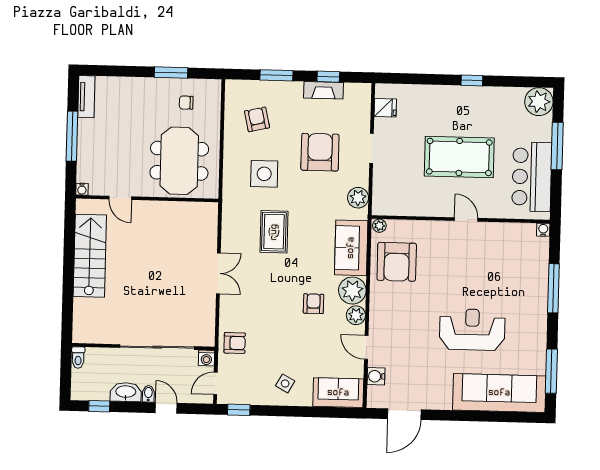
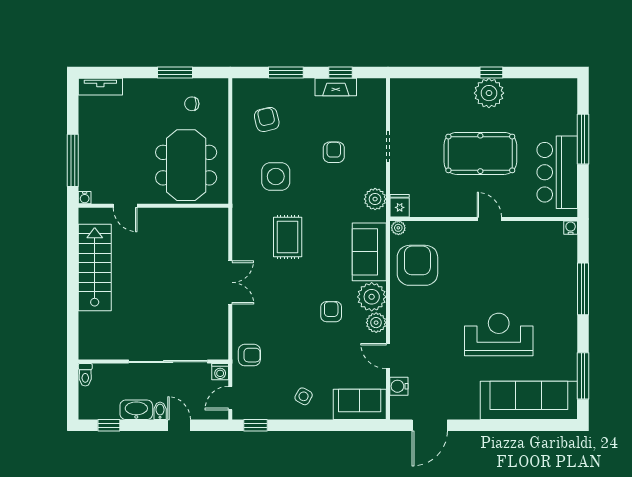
tv unit: (86, 97) -> (100, 87), moved, turned 90
plant: (539, 102) -> (489, 93), moved
fridge: (385, 108) -> (400, 206), moved, turned -90
window: (72, 136) -> (73, 160), moved
armchair: (320, 152) -> (334, 152), width x0.53, depth x0.53
armchair: (397, 262) -> (417, 265), turned 180

